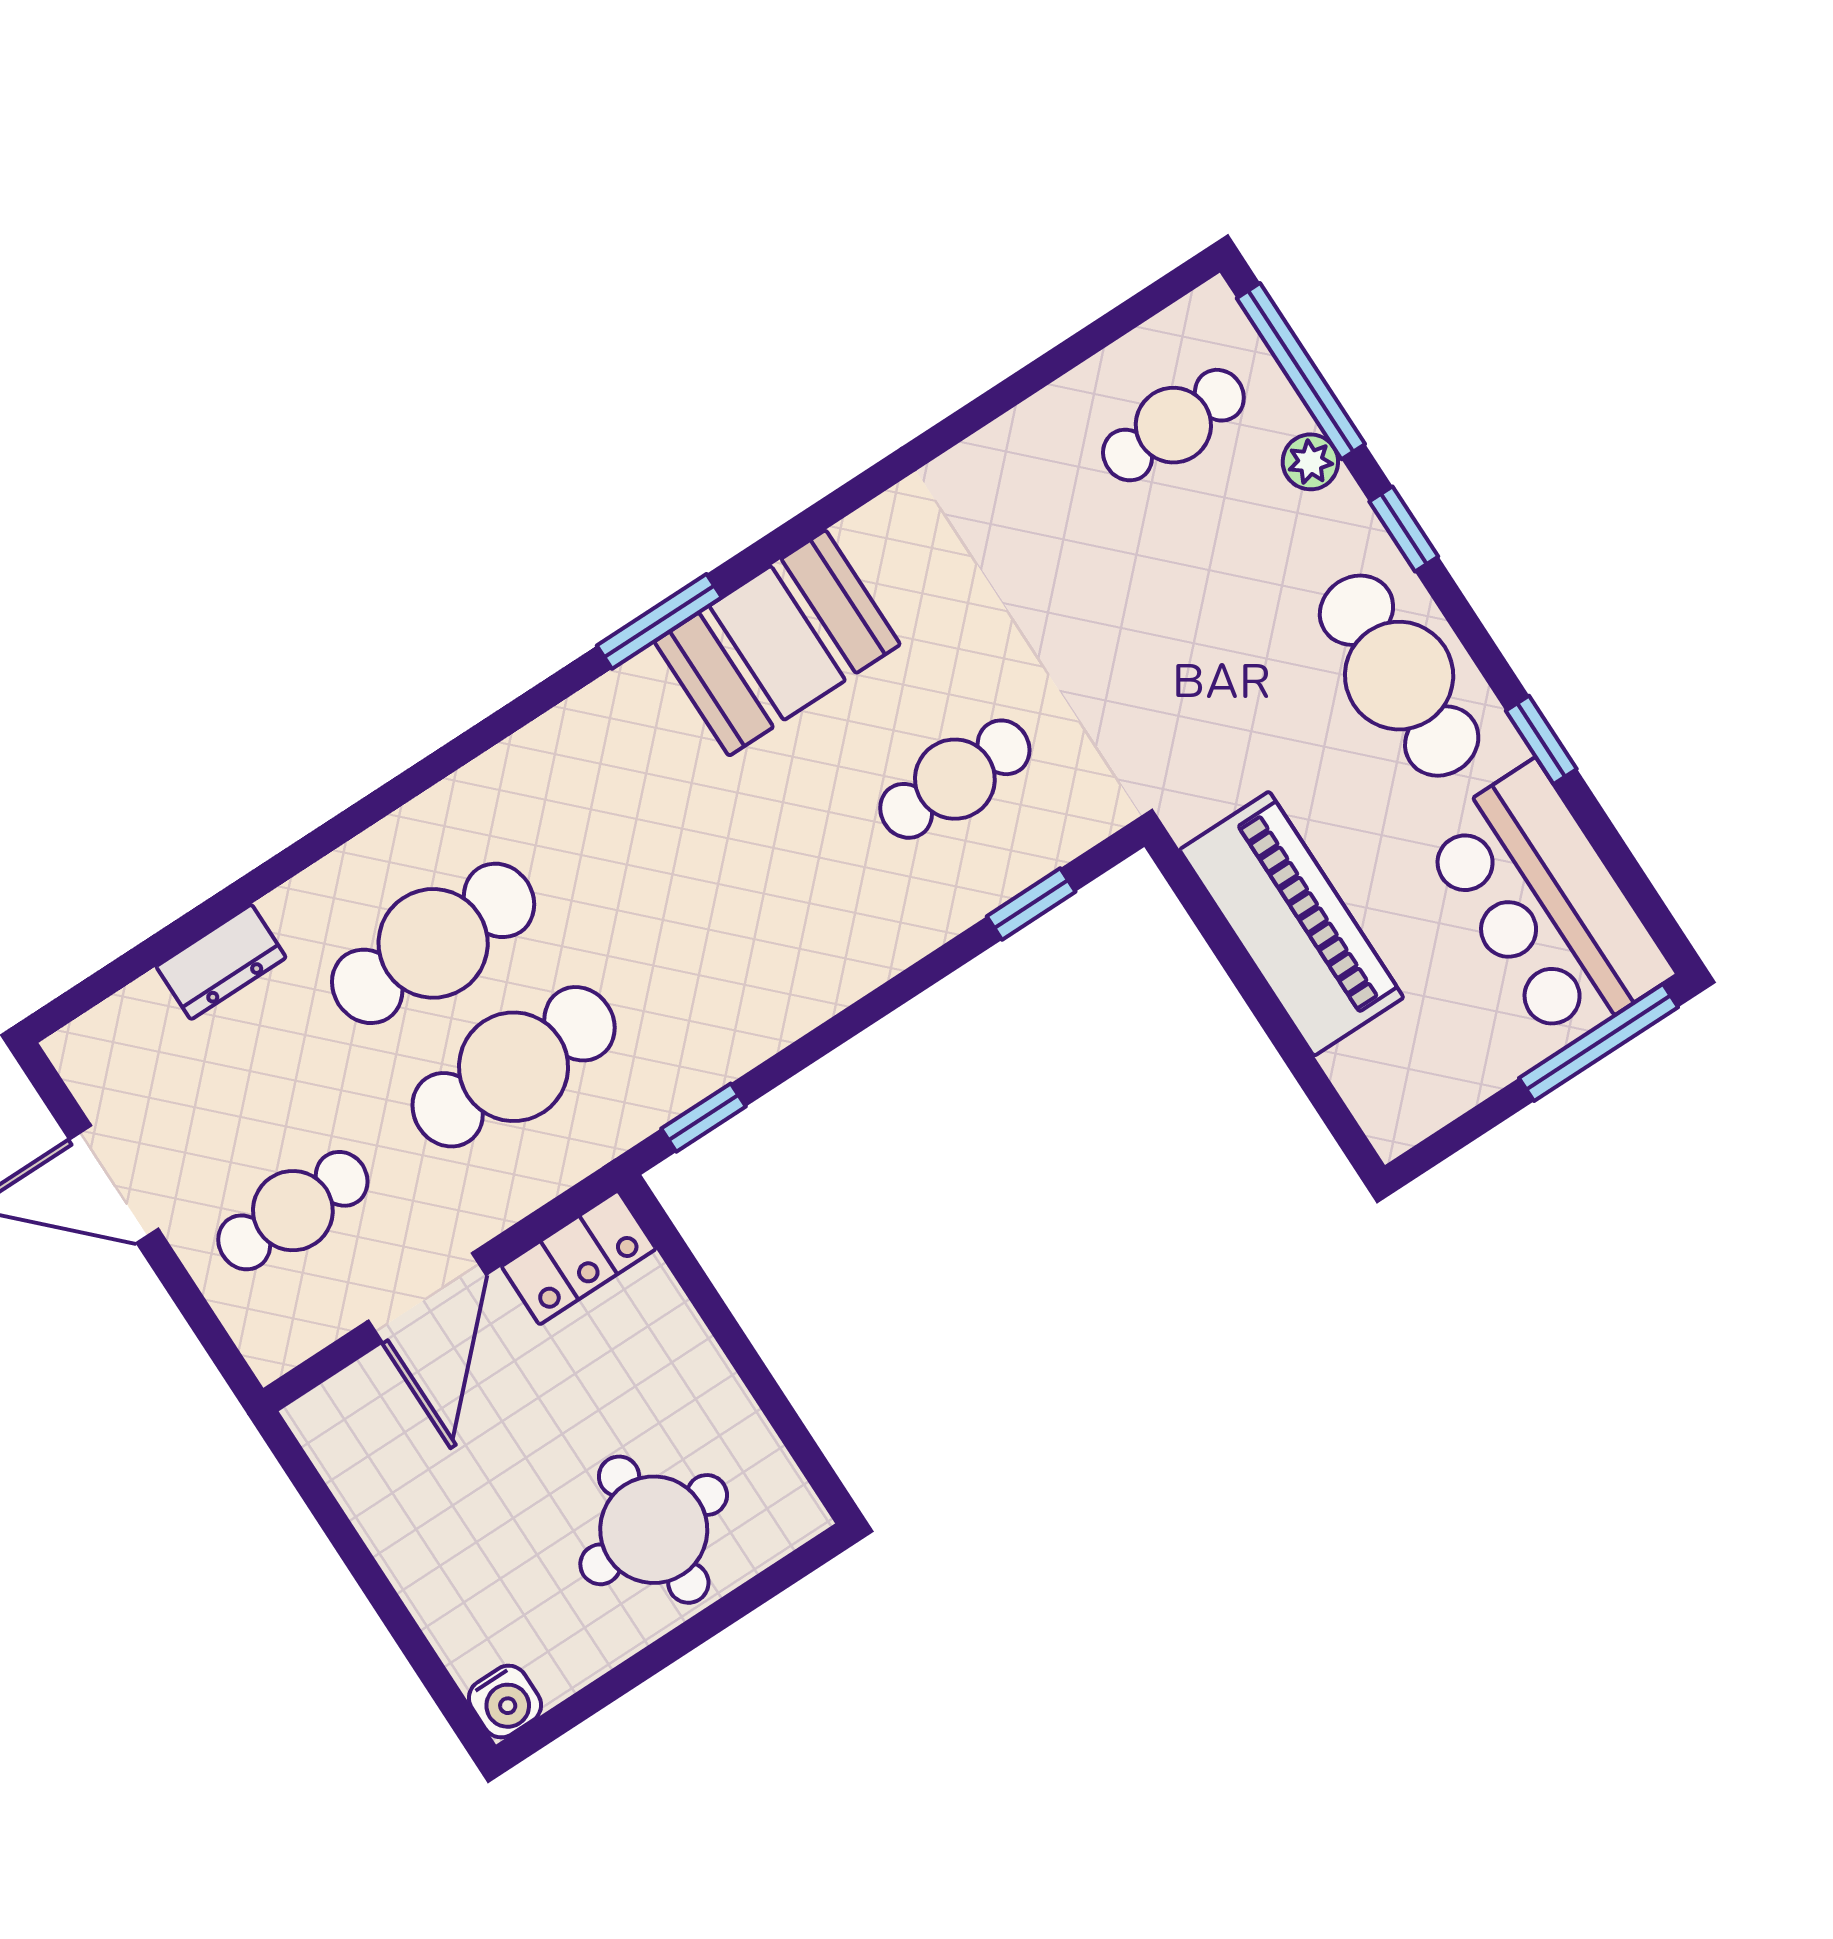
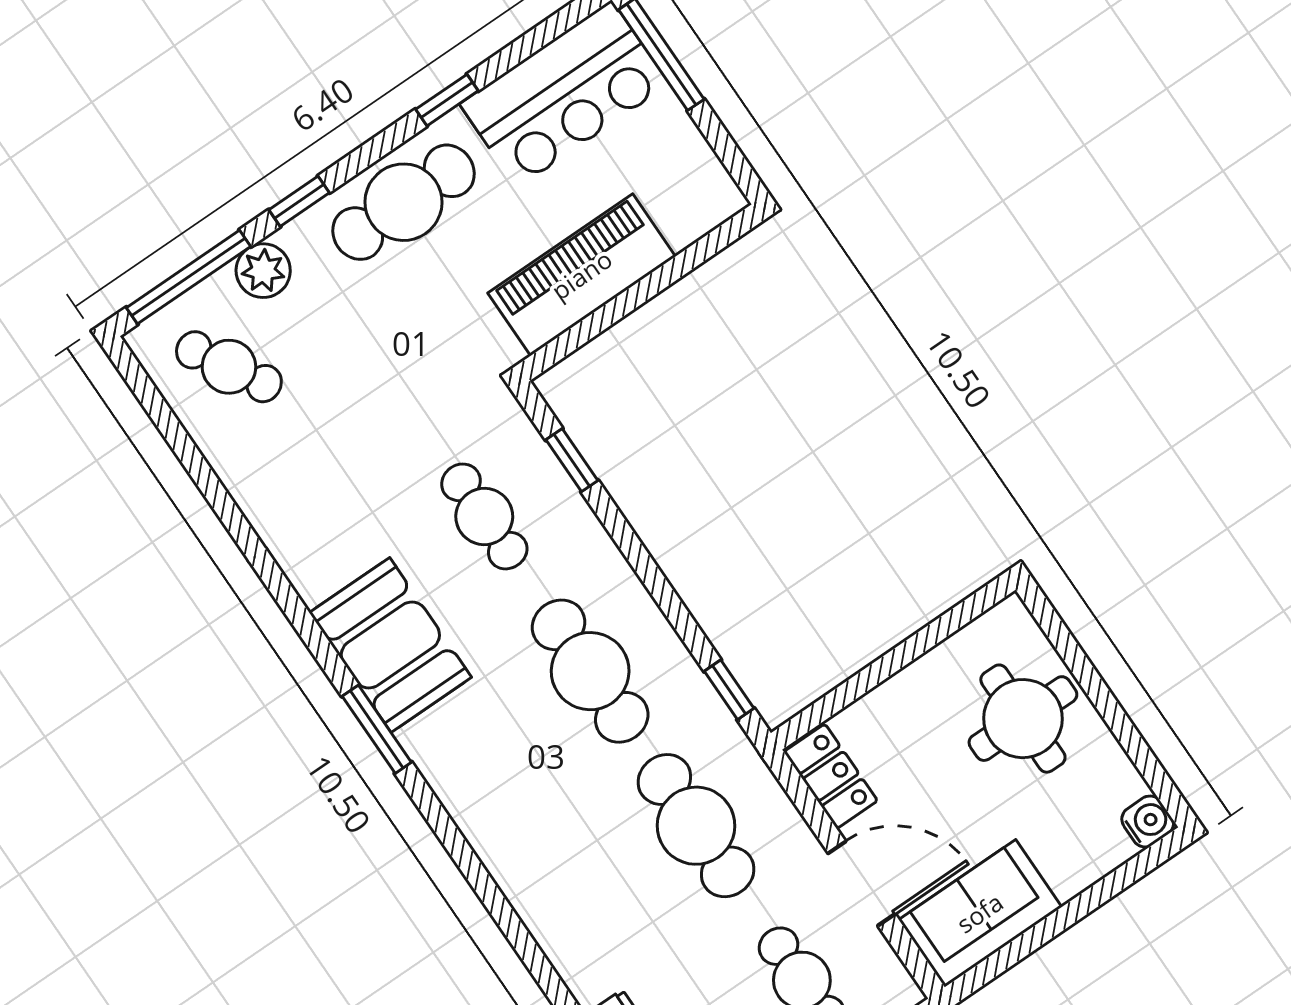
cafe table: (1173, 425) -> (229, 367), turned -30
plant: (1310, 462) -> (263, 271), width x1.38, depth x1.38
cafe table: (433, 943) -> (590, 671), moved
sofa: (381, 1463) -> (980, 913), added

